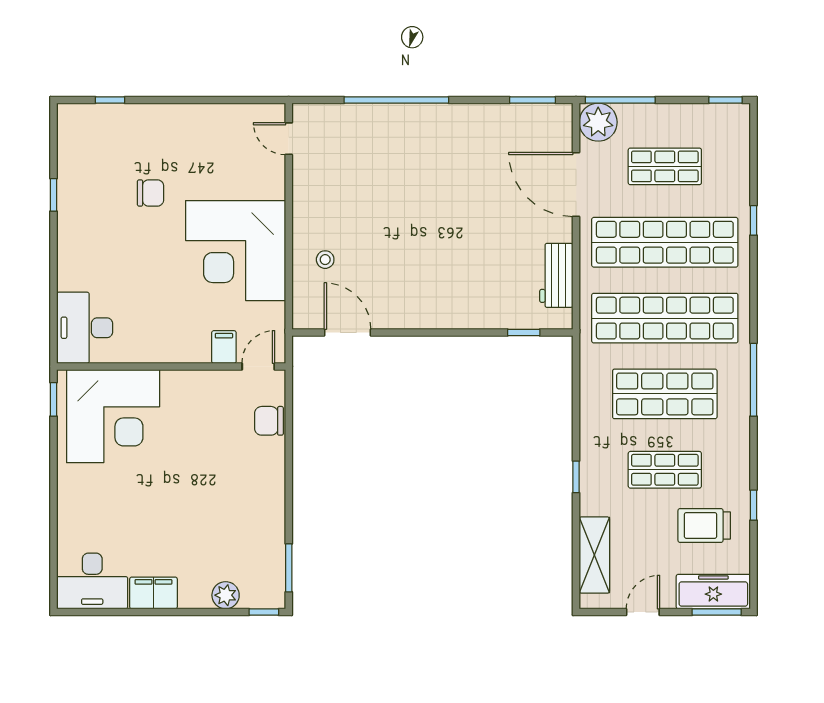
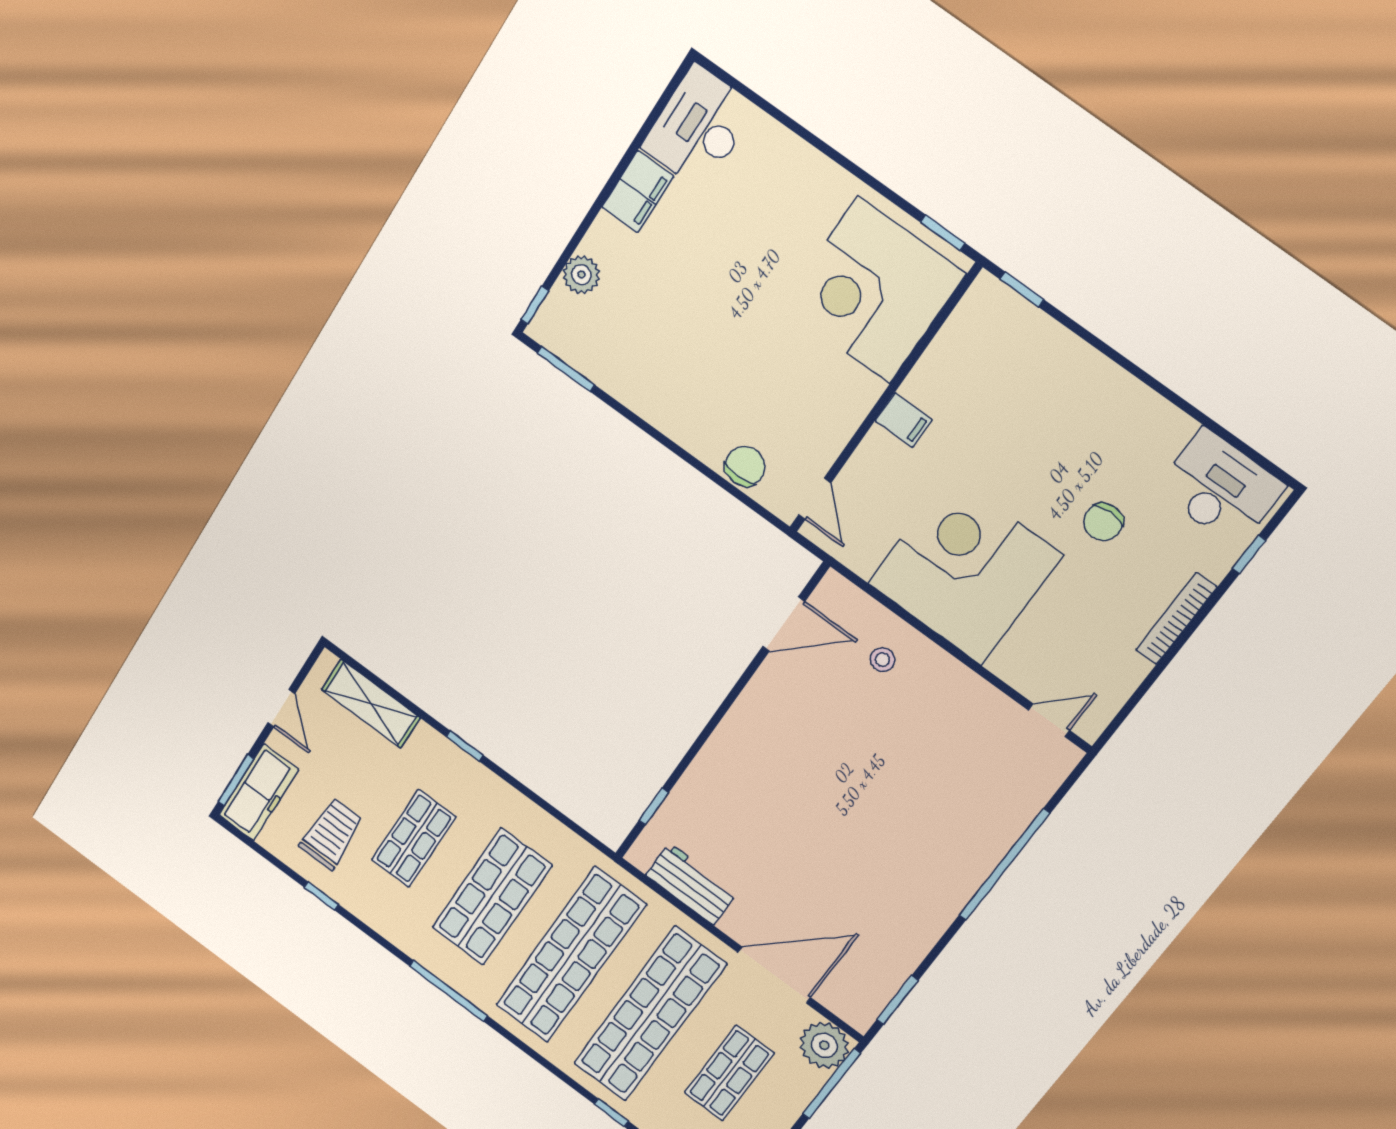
bookcase: (176, 112) -> (1176, 619), added
window: (54, 195) -> (1022, 289), moved
desk: (85, 328) -> (1220, 488), moved
filing cabinet: (224, 347) -> (904, 420), moved

